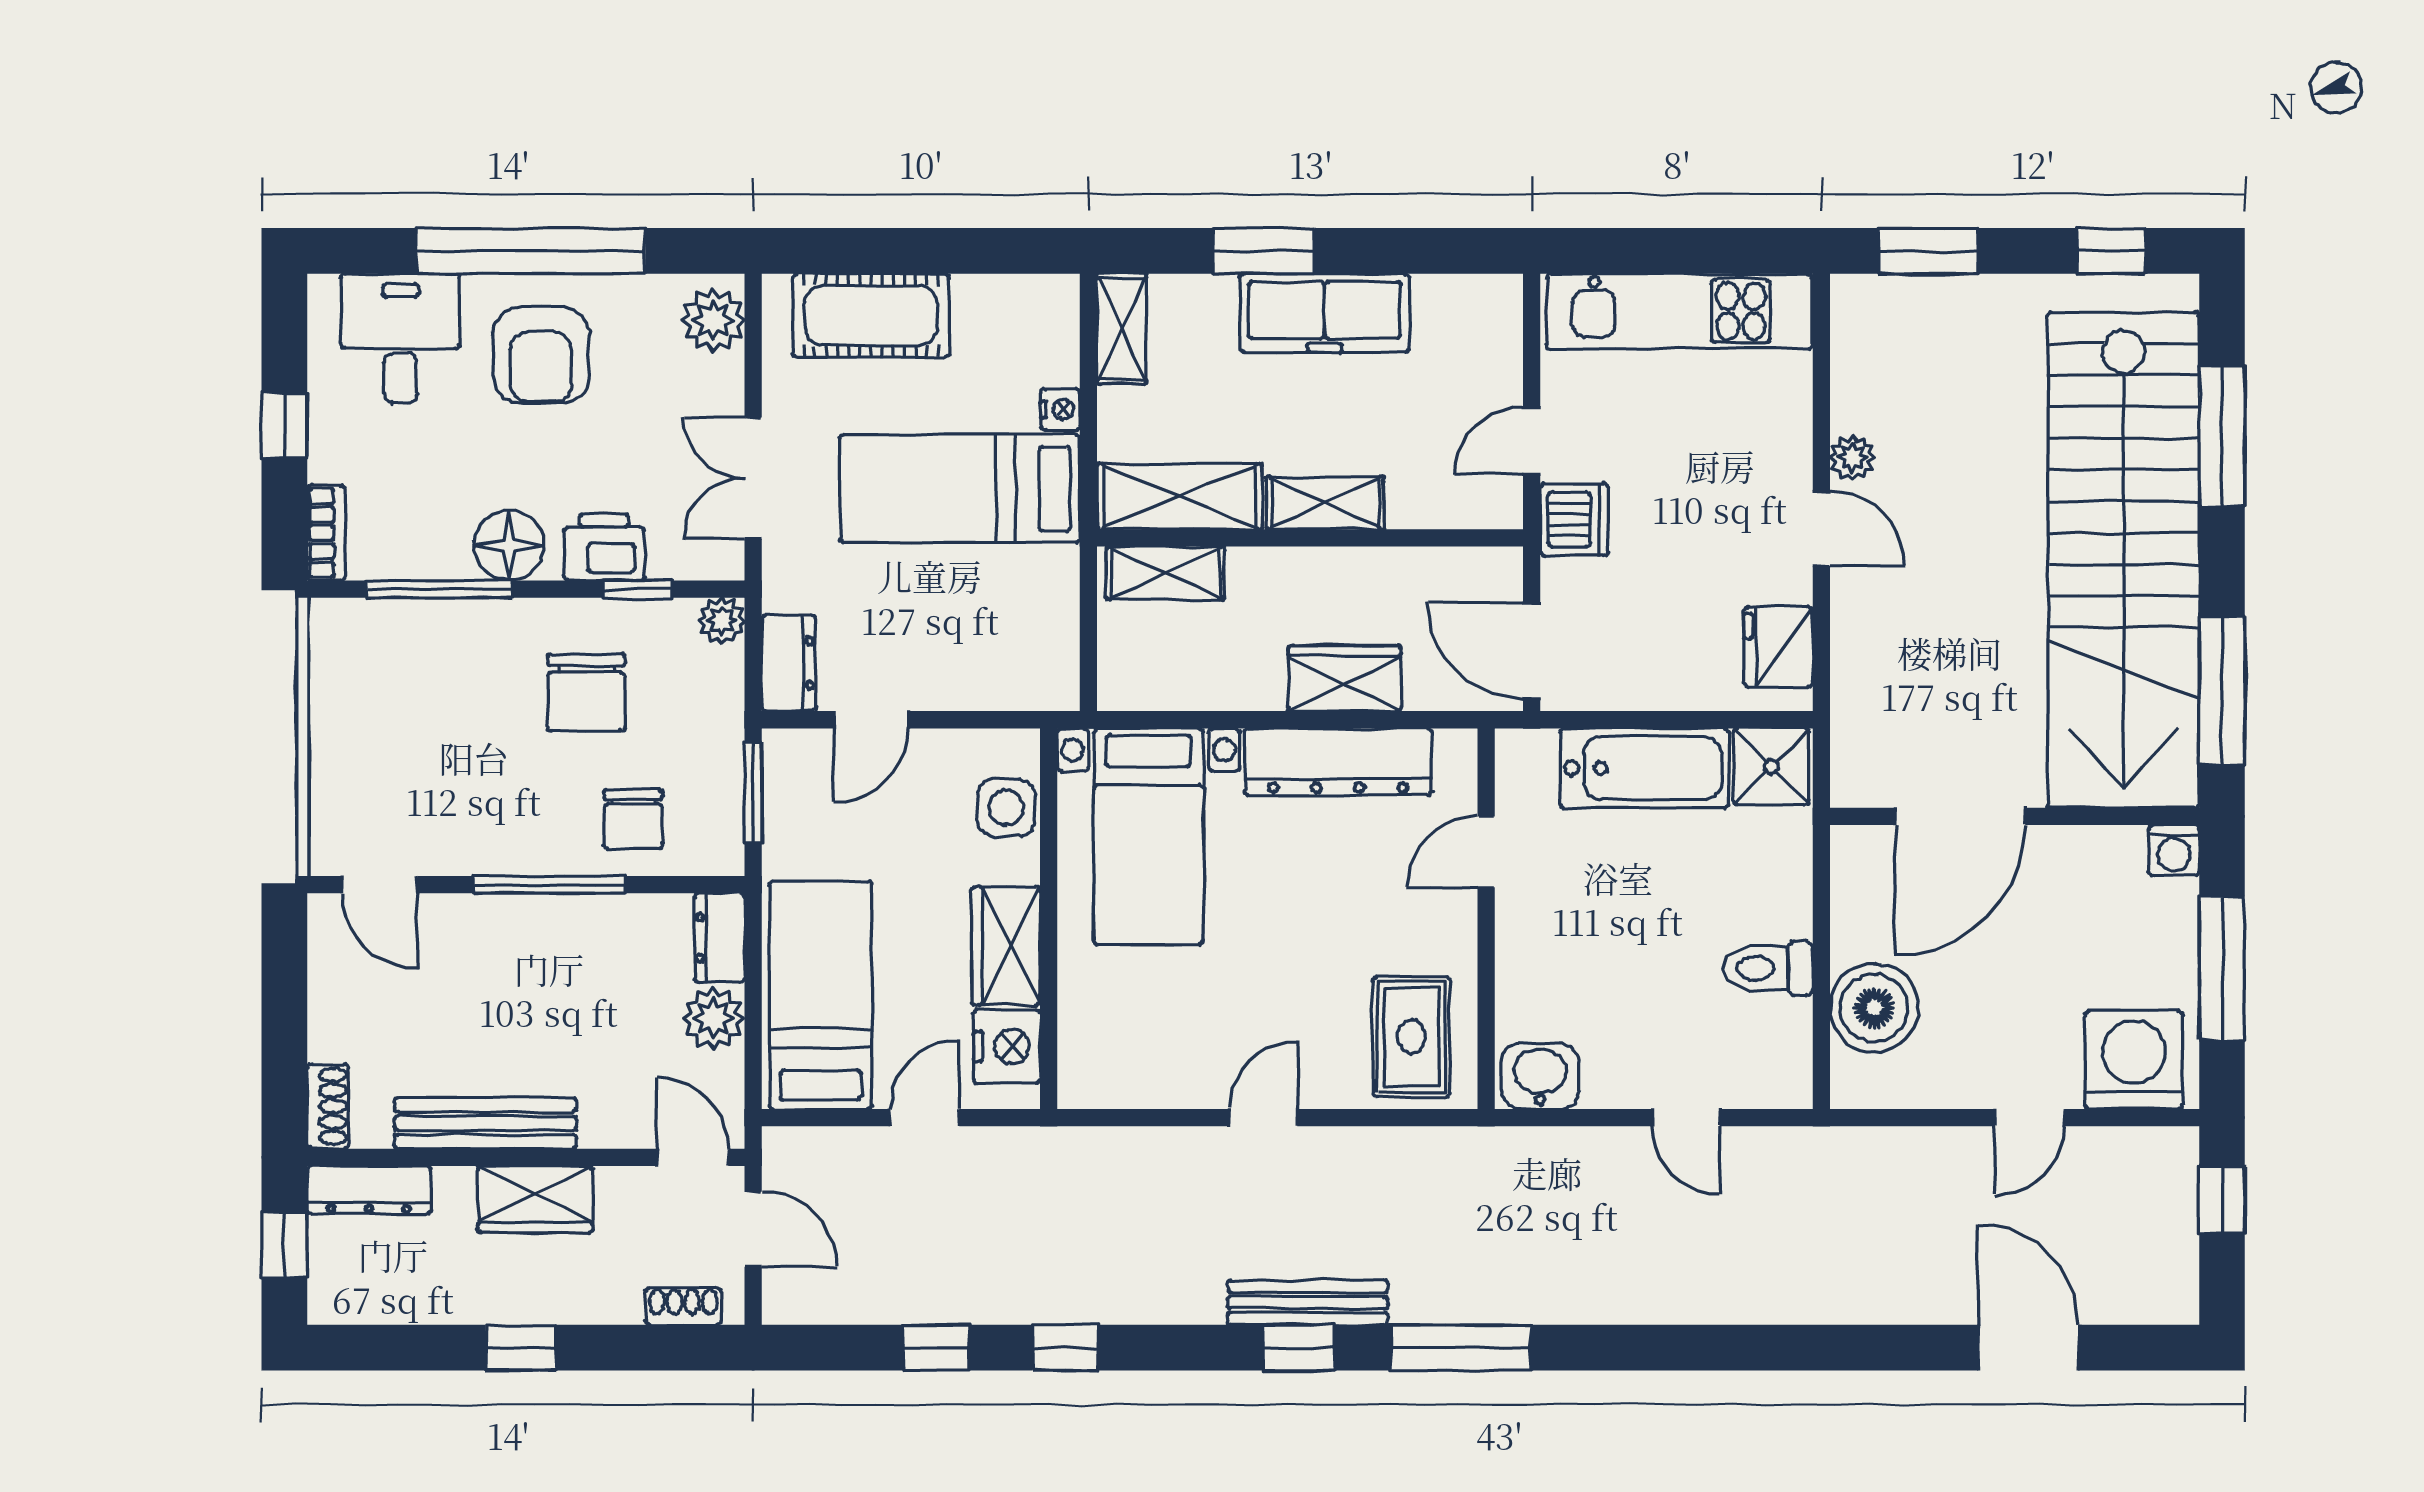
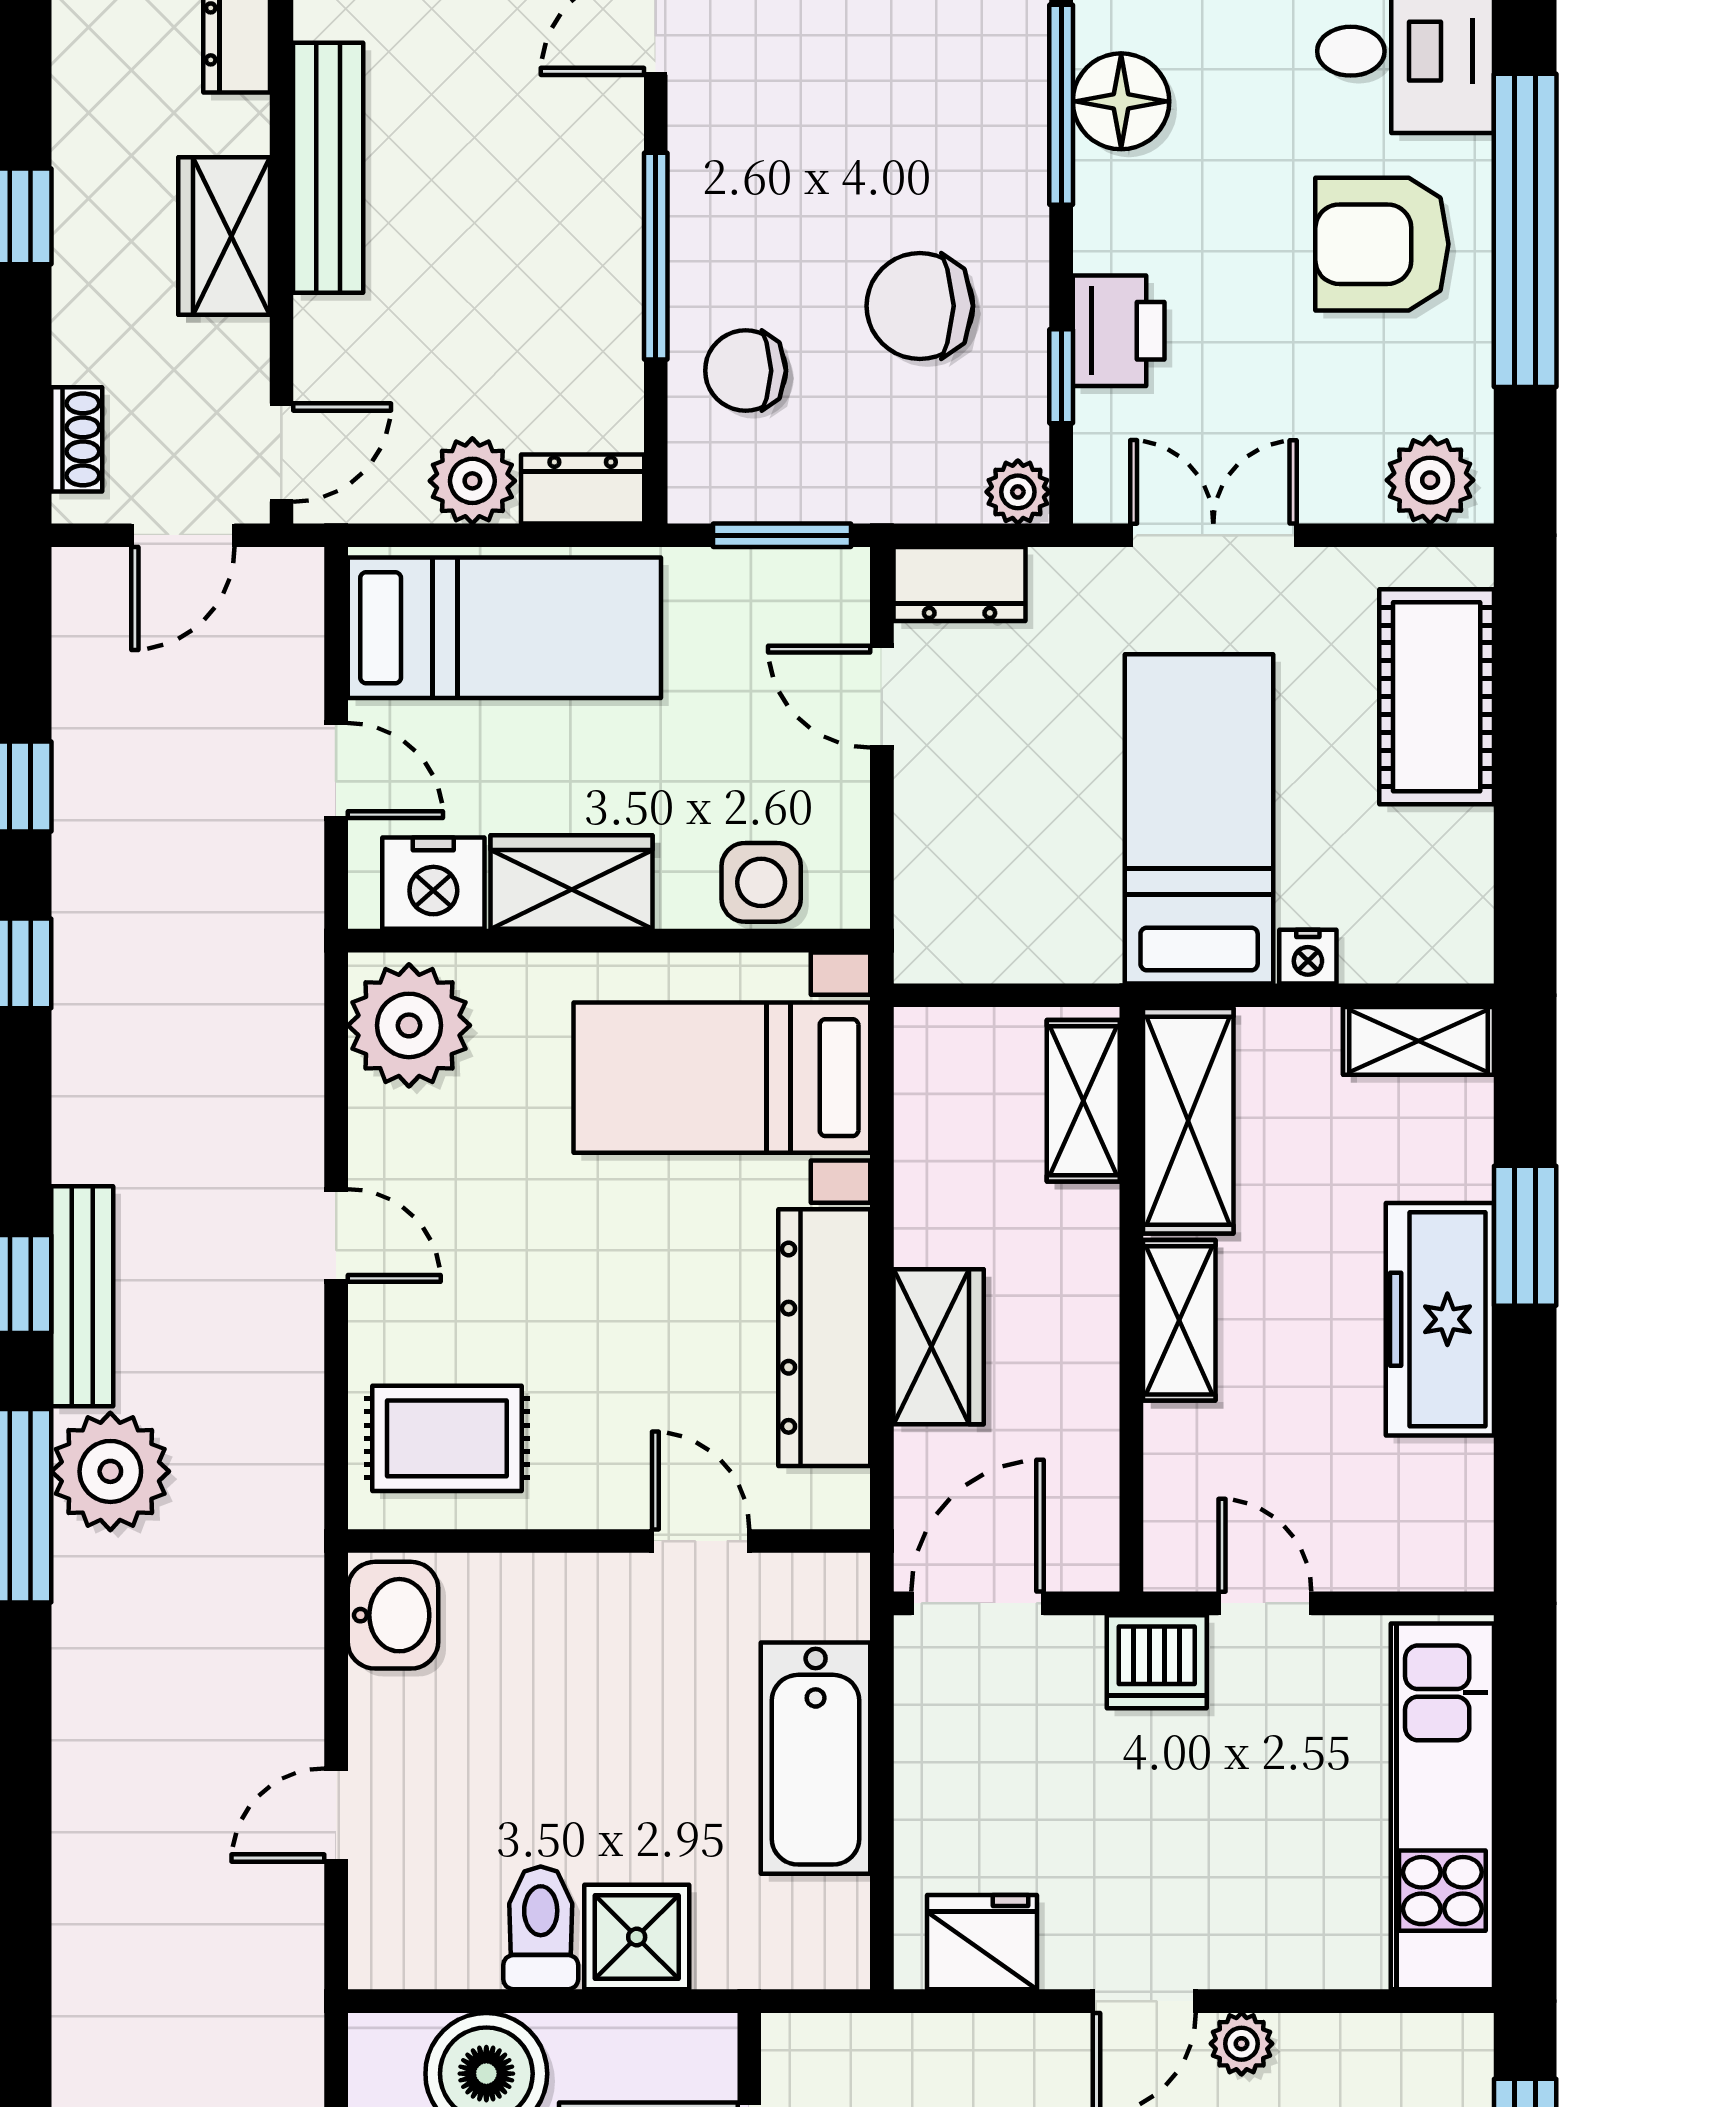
floor lamp: (509, 545) -> (1121, 101), moved
shower: (1771, 766) -> (637, 1937), moved
plant: (1110, 1064) -> (409, 1025), added
plant: (1435, 1282) -> (110, 1471), added

